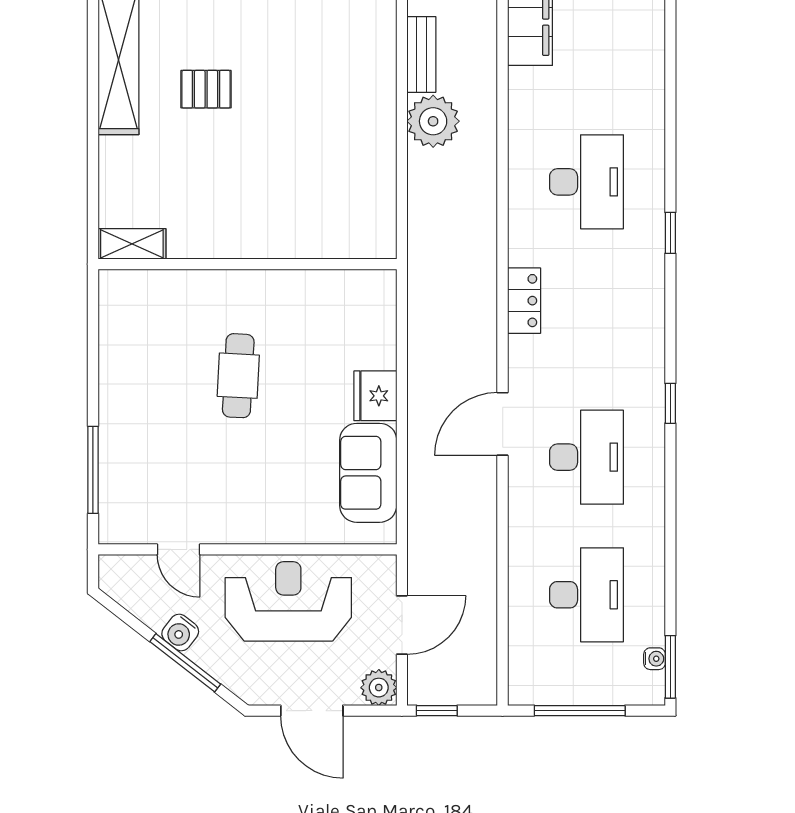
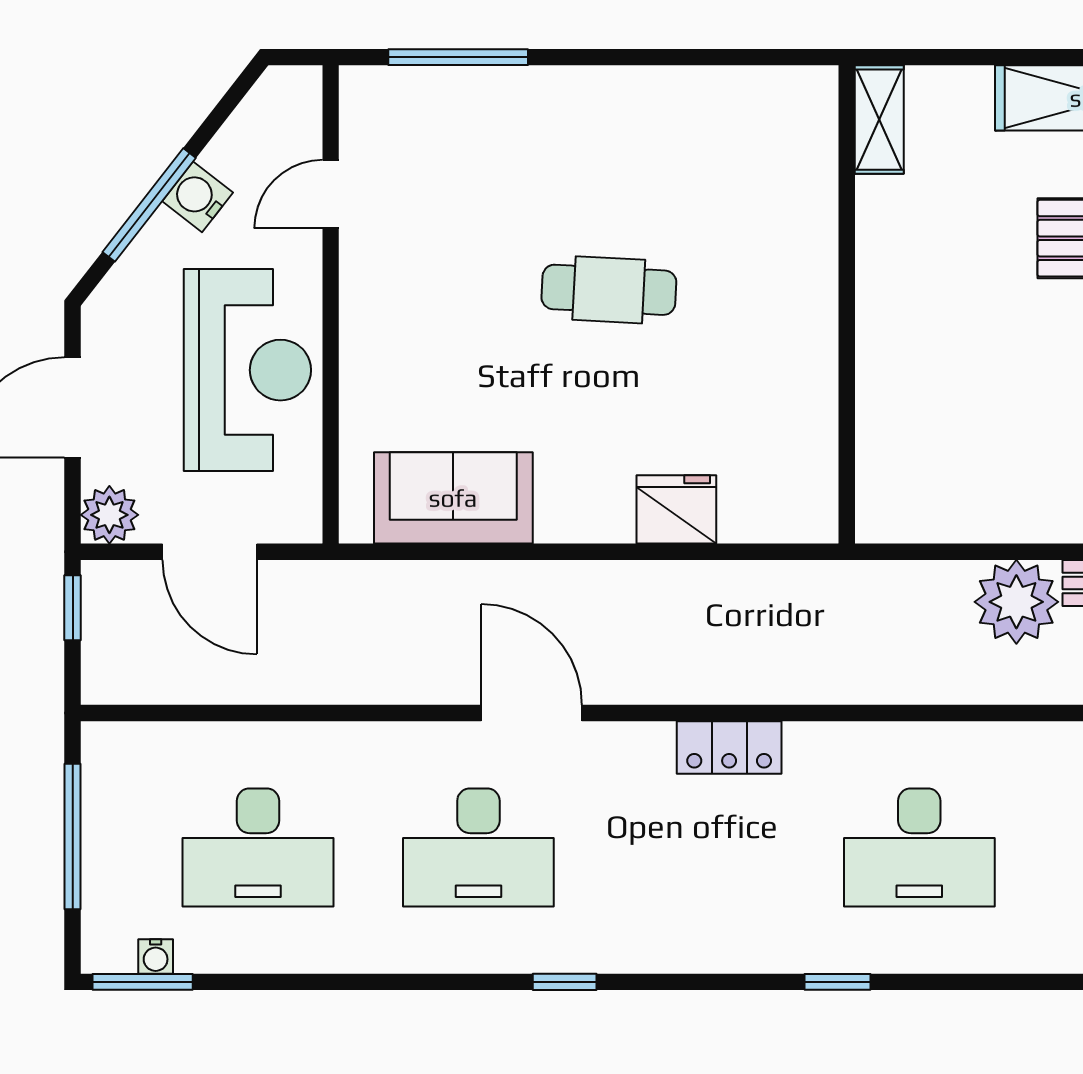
shelving: (132, 244) -> (879, 120), moved
wall: (247, 264) -> (847, 304), moved
fridge: (375, 396) -> (676, 509), moved

